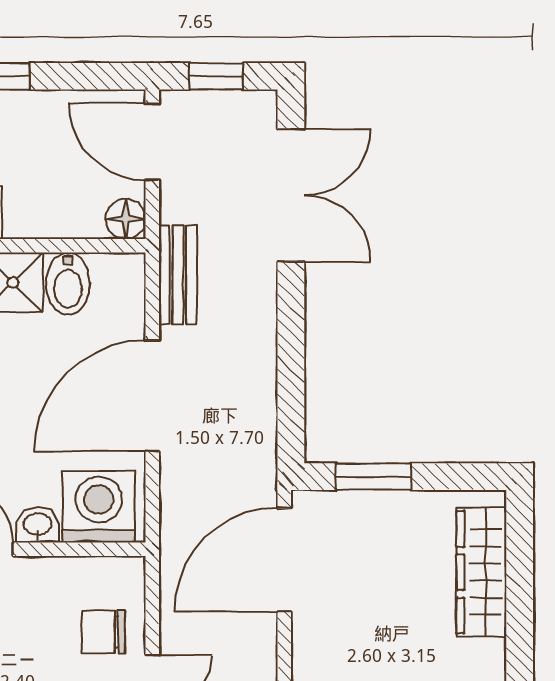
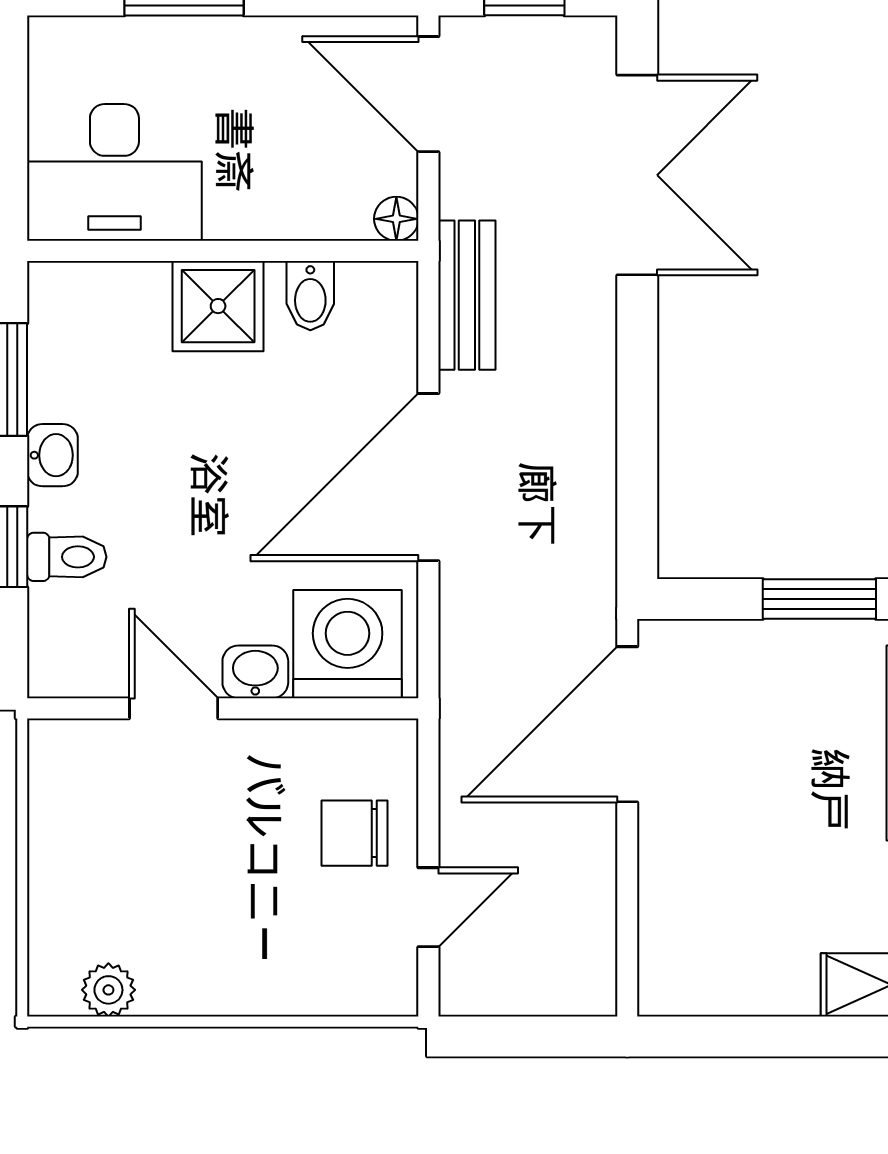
floor lamp: (126, 219) -> (396, 219), width x0.73, depth x0.73
bidet: (68, 284) -> (310, 296), width x0.72, depth x0.74
window: (374, 477) -> (819, 599), moved

